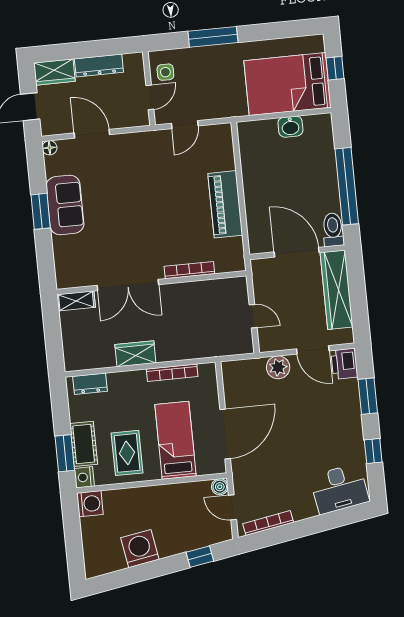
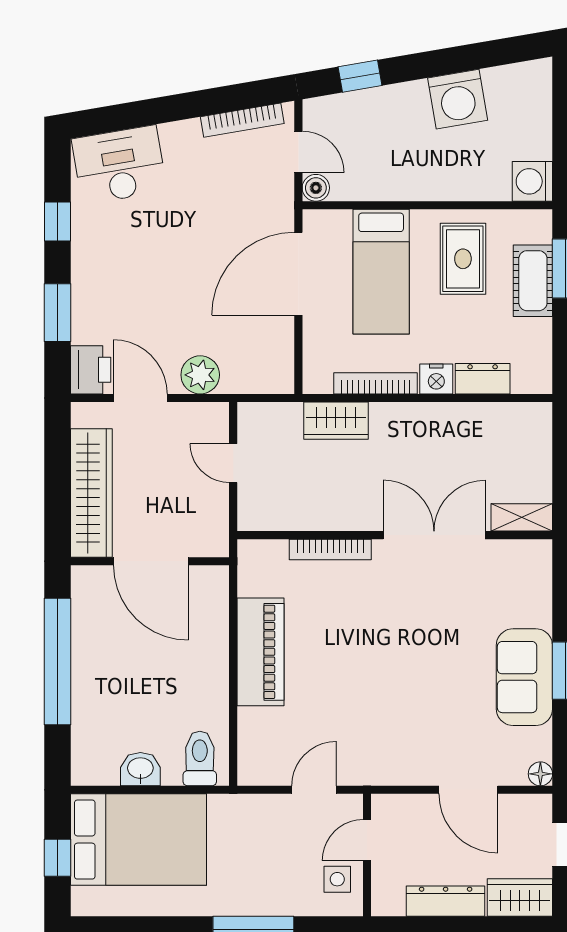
toilet: (333, 230) -> (200, 758), moved, turned 180
wardrobe: (135, 354) -> (336, 421), moved
dresser: (90, 384) -> (483, 379), moved
nightstand: (84, 477) -> (436, 379), moved, turned 90

